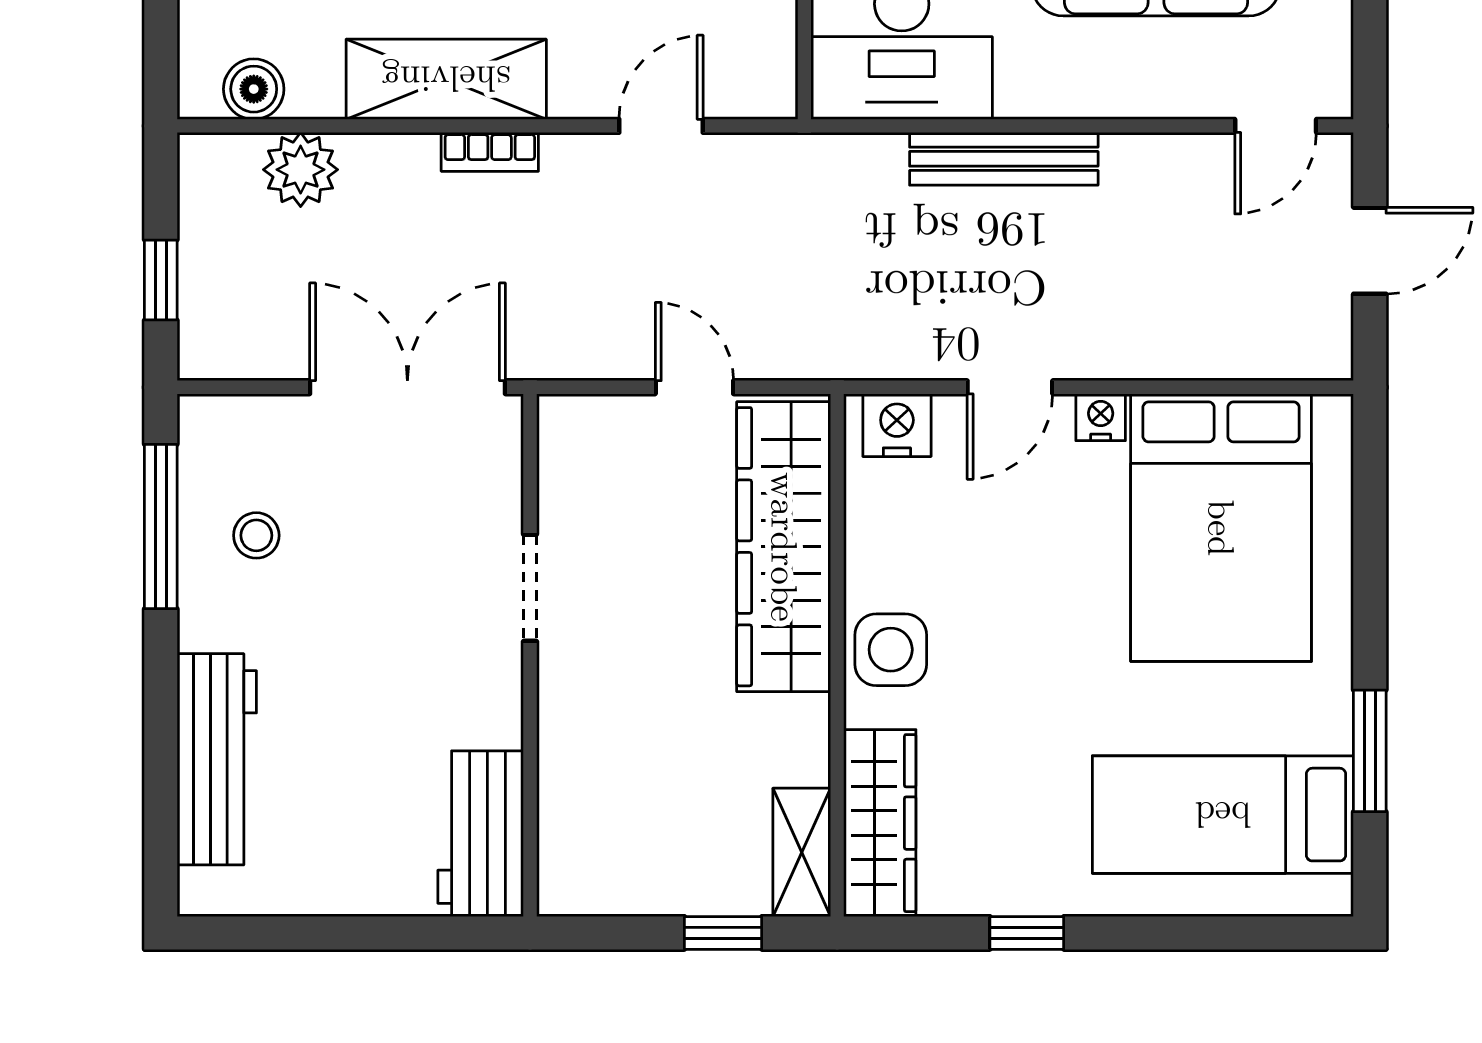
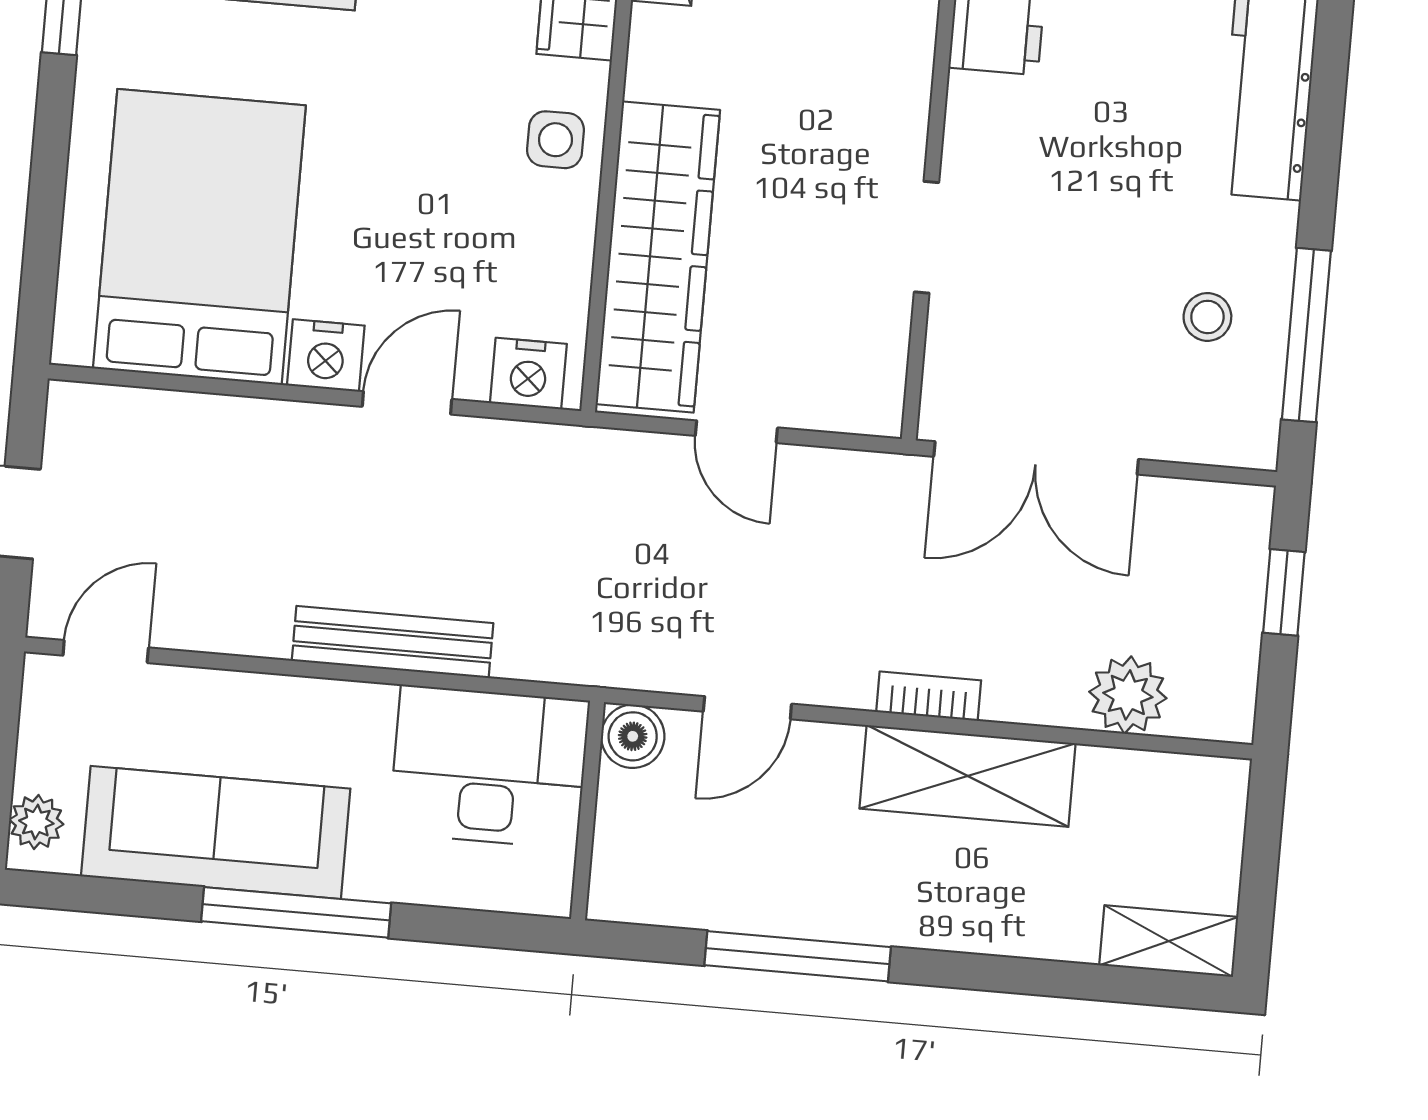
boiler: (254, 89) -> (633, 736), moved
nightstand: (1101, 417) -> (326, 355), width x1.39, depth x1.35
side table: (891, 650) -> (555, 140), width x0.73, depth x0.73

